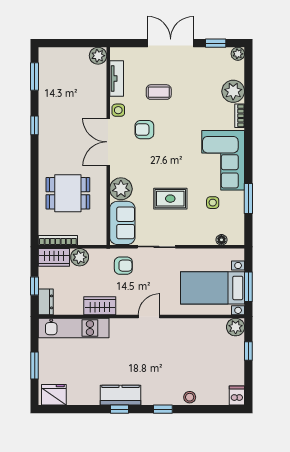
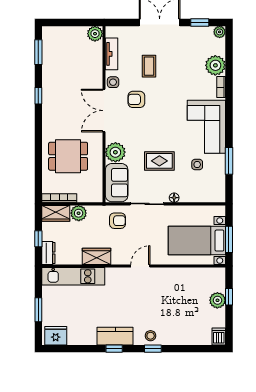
coffee table: (159, 92) -> (149, 66), turned 90
floor lamp: (221, 240) -> (174, 198), moved
plant: (236, 327) -> (217, 300), moved
stool: (190, 397) -> (151, 336), moved

